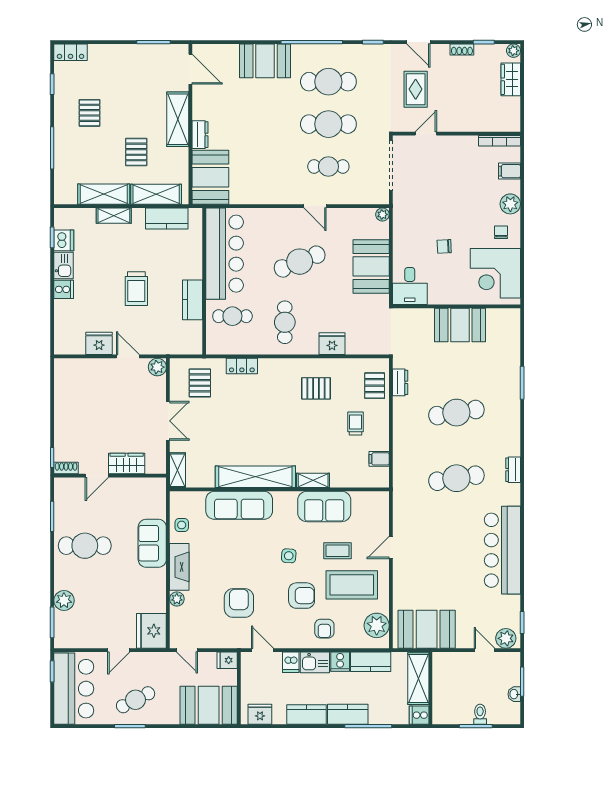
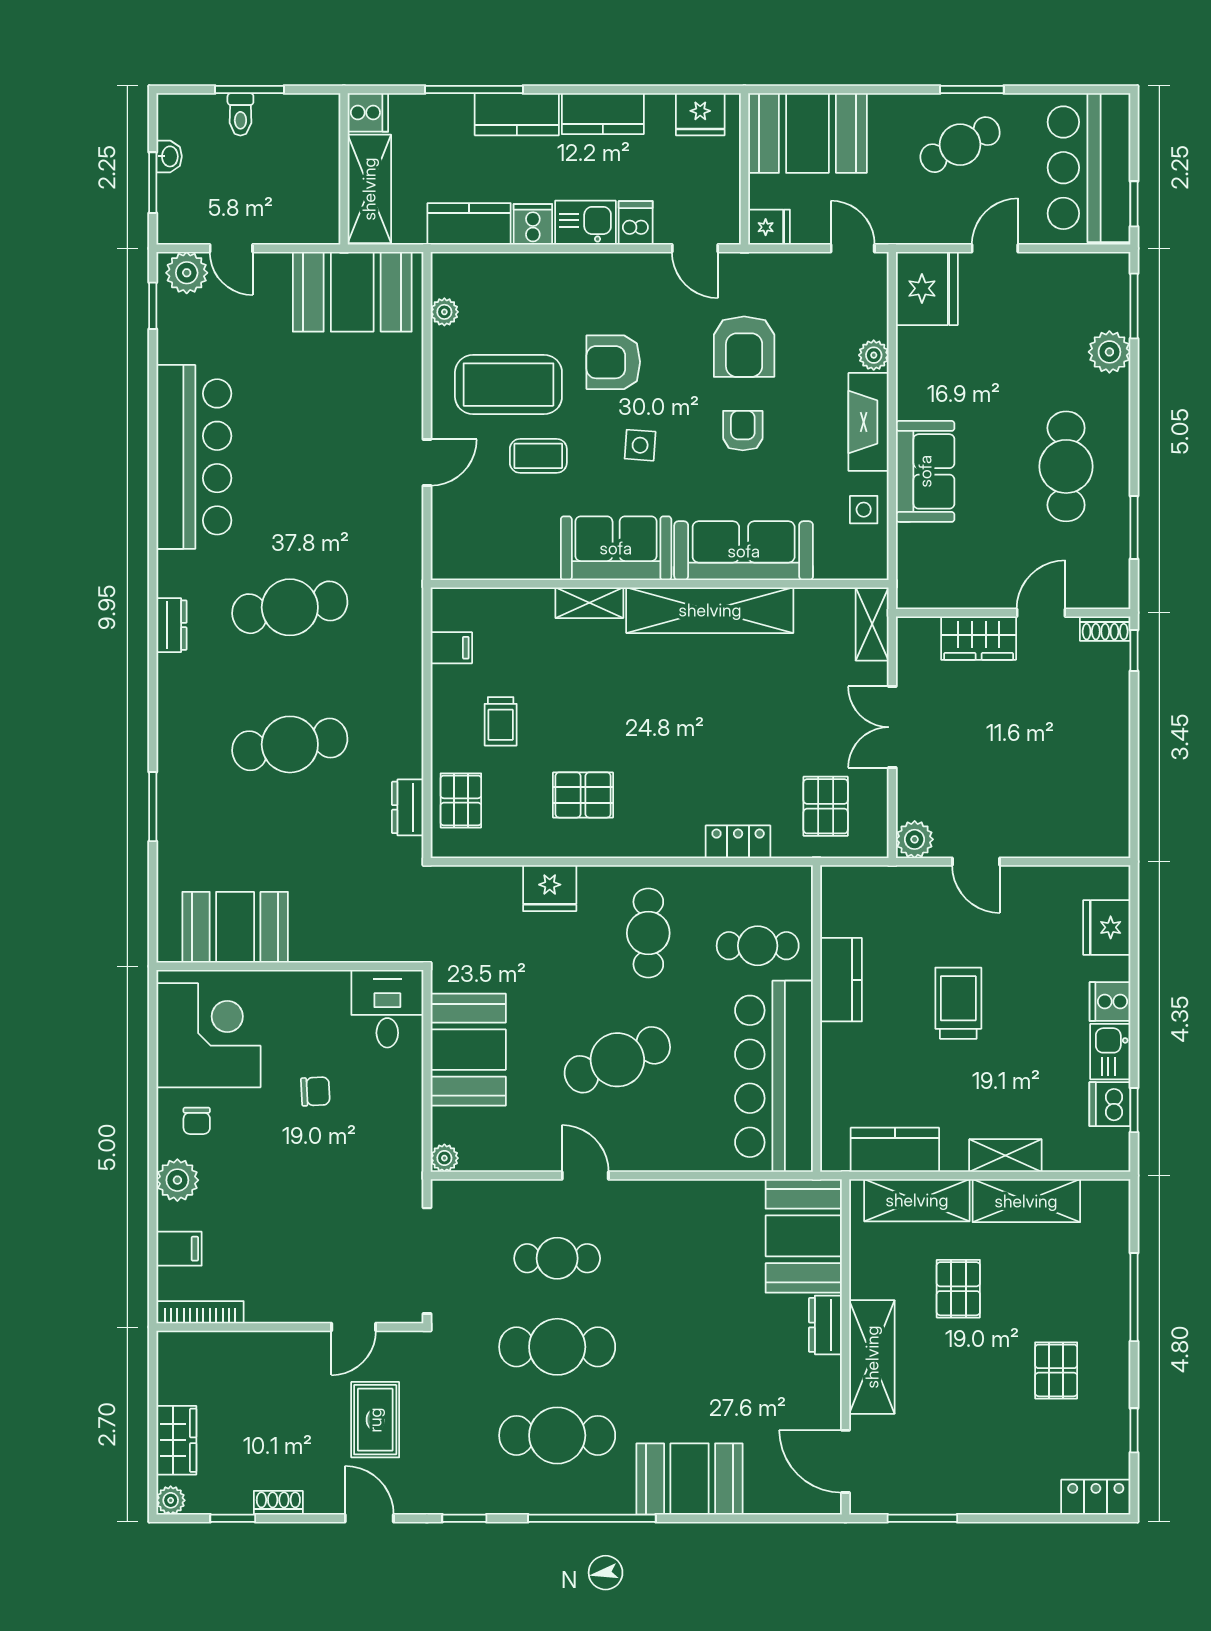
booth: (460, 325) -> (235, 927), moved
fridge: (99, 343) -> (1107, 927), moved, turned 90
sofa: (324, 506) -> (616, 548), moved
cafe table: (85, 546) -> (1066, 466), turned 90
plant: (377, 625) -> (444, 312), width x0.53, depth x0.53
armchair: (324, 629) -> (743, 431), moved

